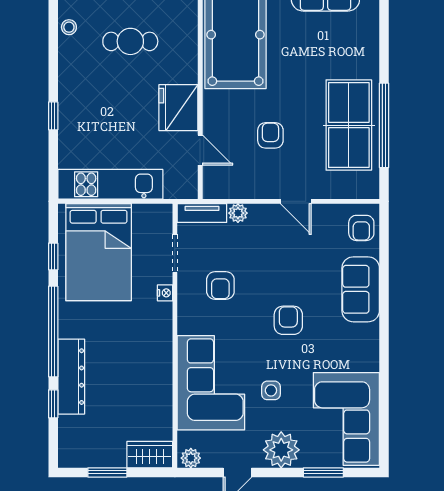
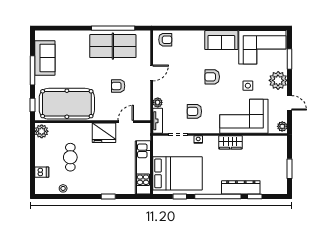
armchair: (220, 285) -> (194, 111), turned 180
sofa: (361, 289) -> (221, 40), moved
wardrobe: (150, 455) -> (230, 142), moved, turned -90

